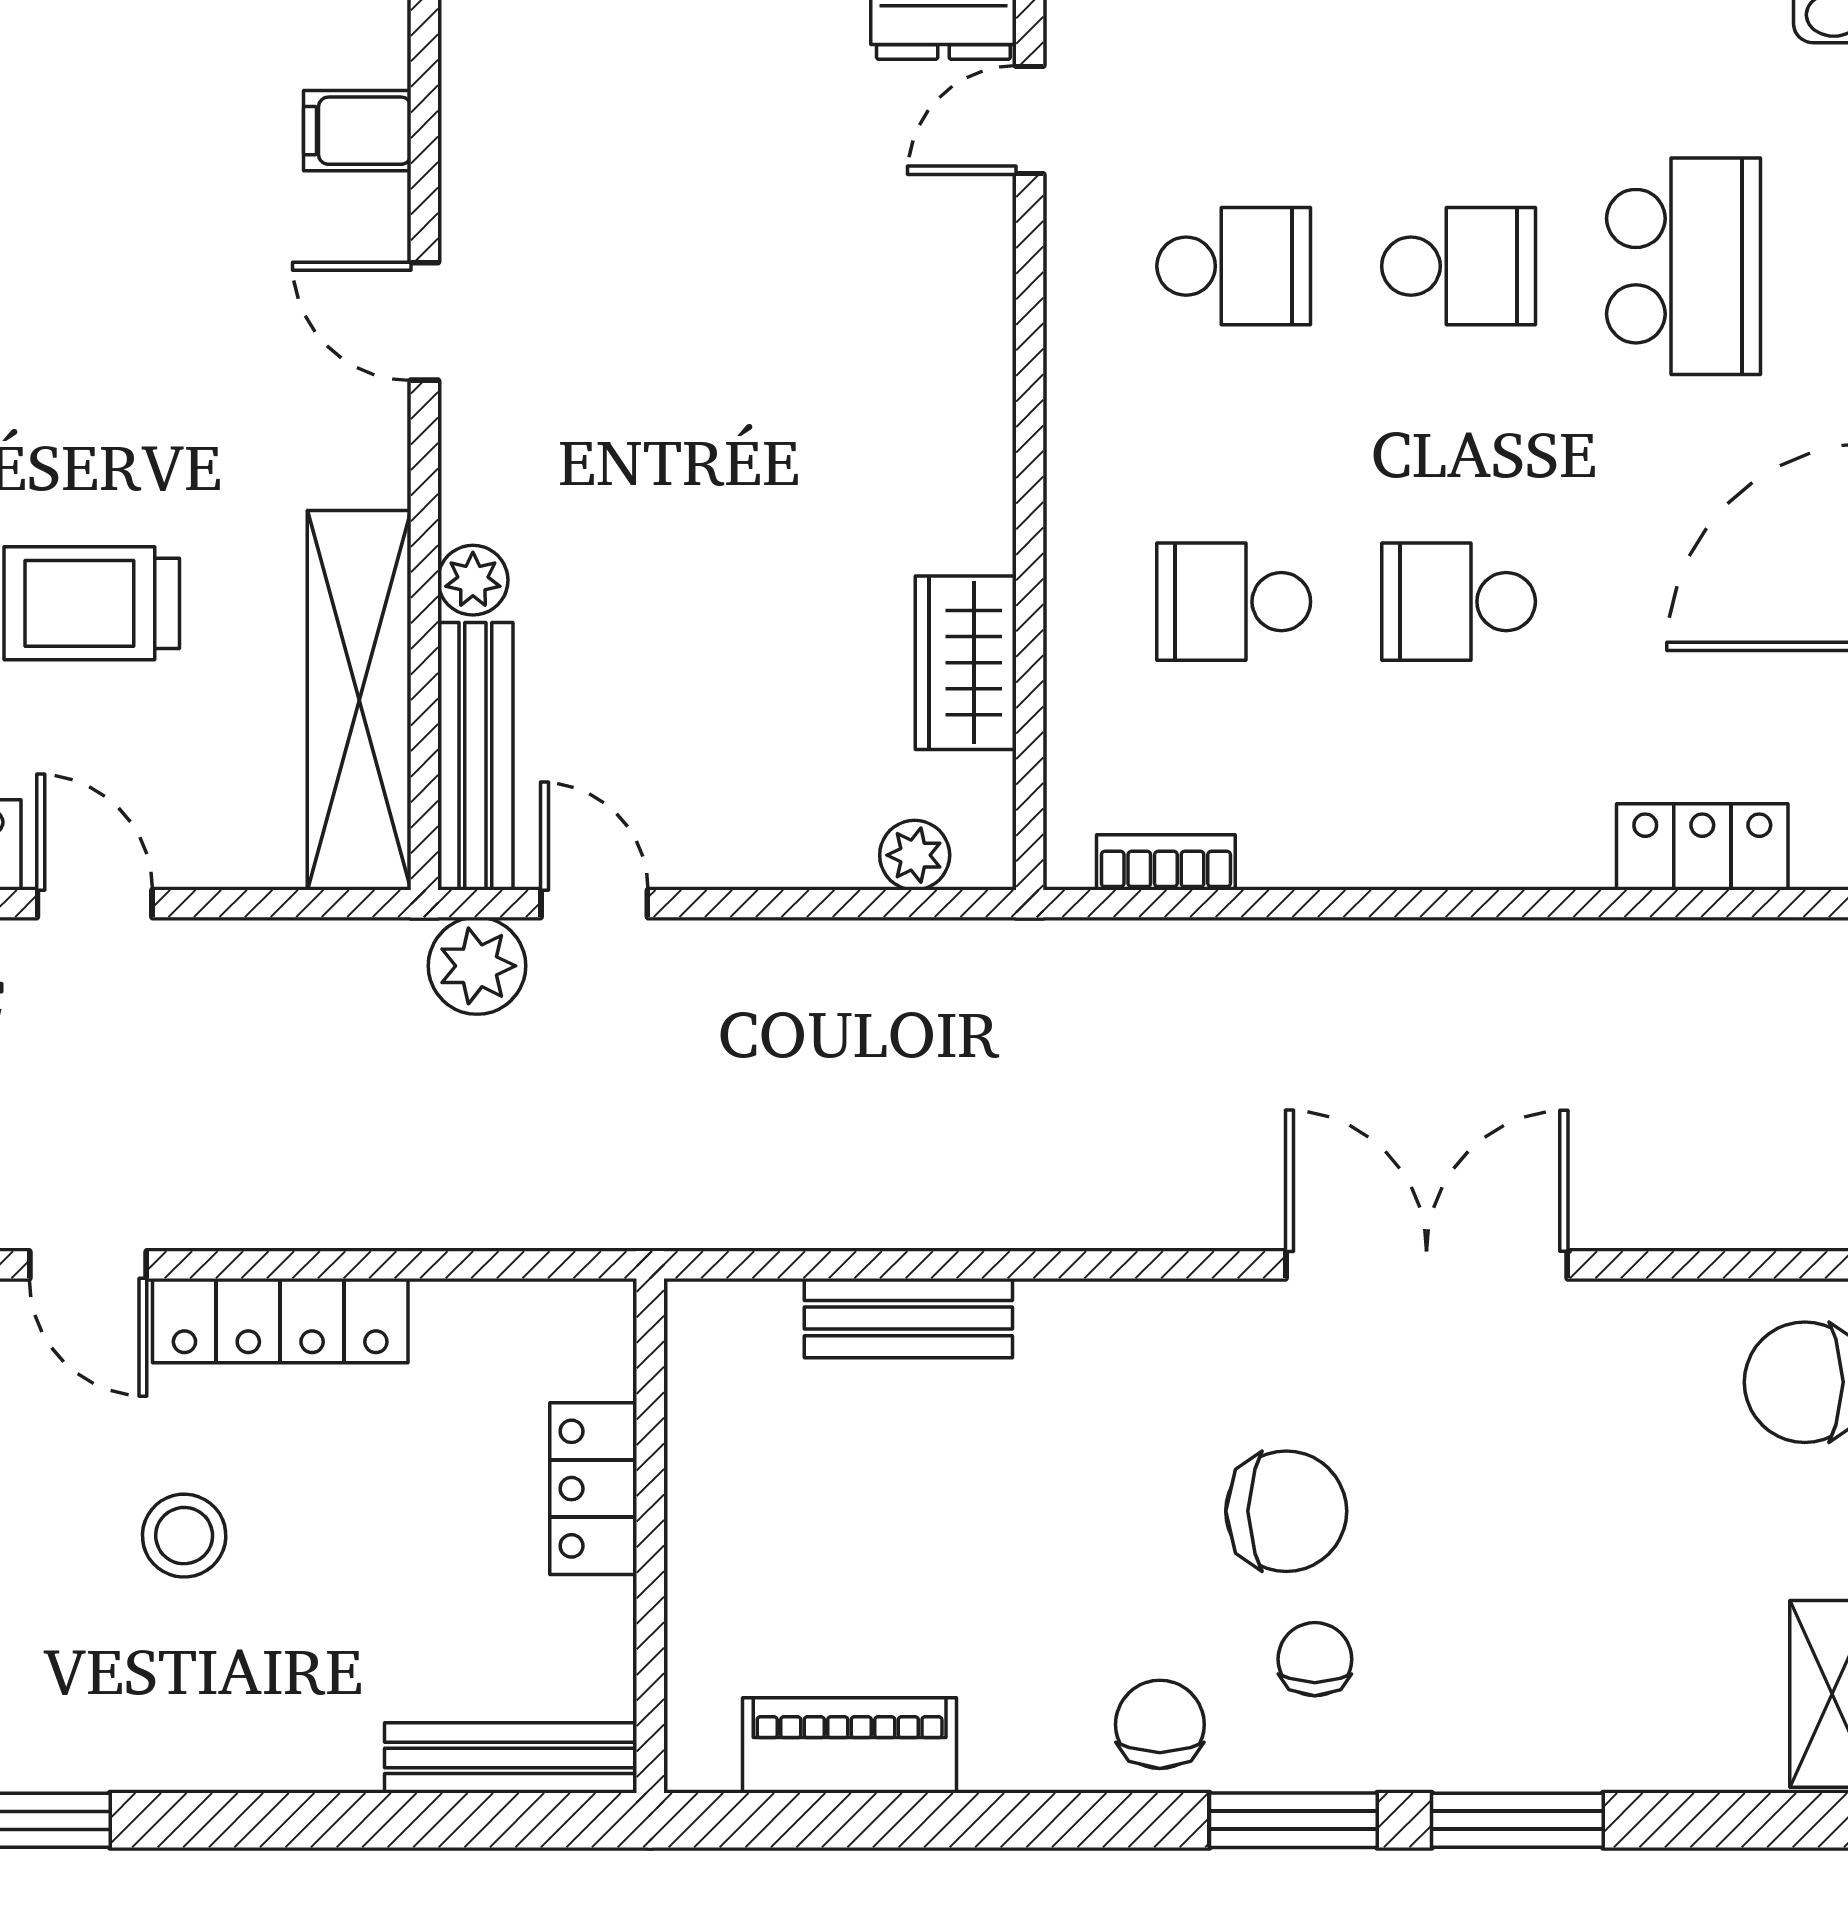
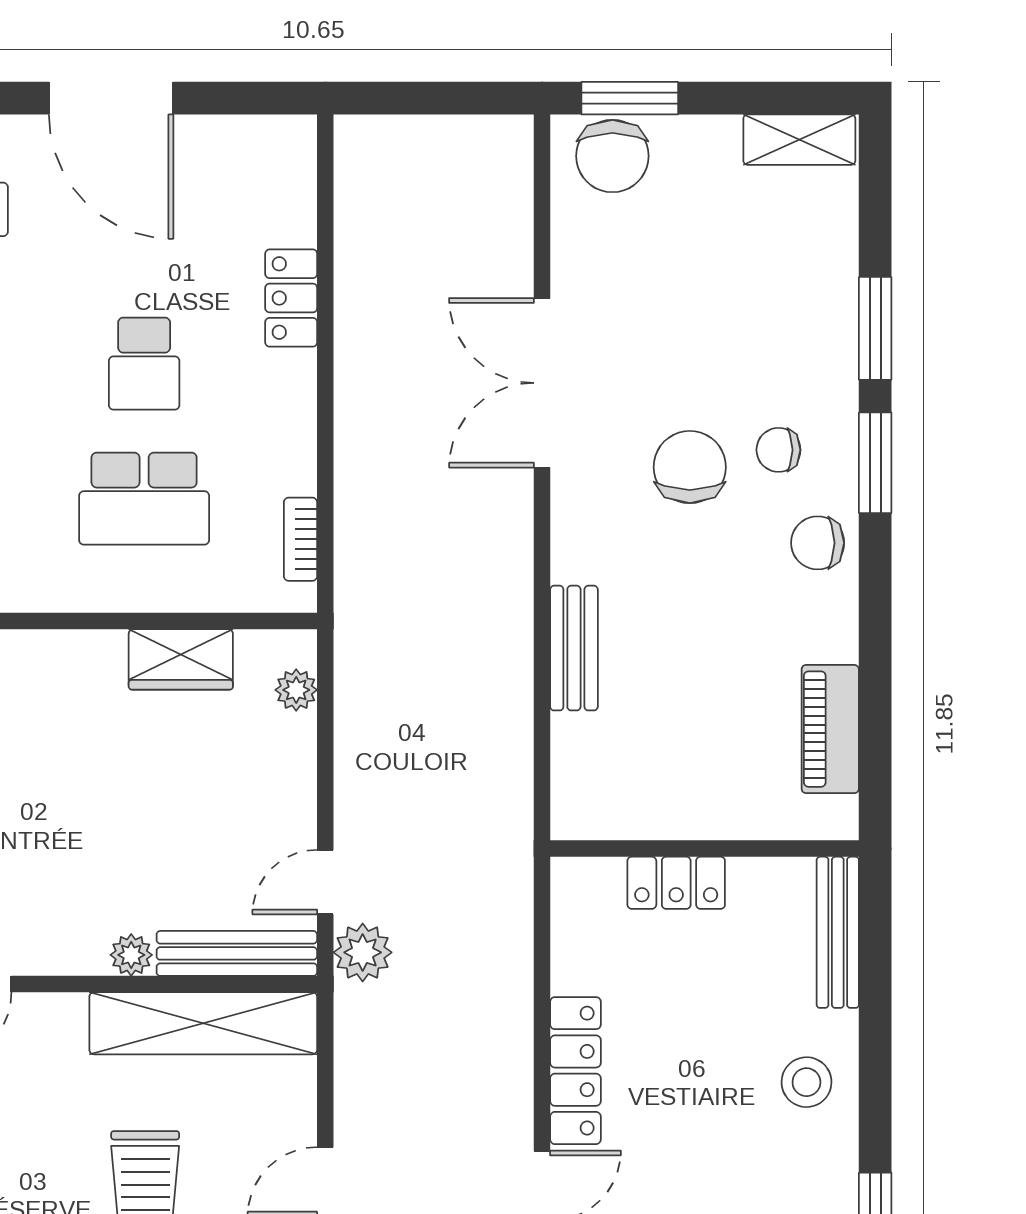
school desk: (1234, 602) -> (144, 499), width x1.85
locker: (1702, 847) -> (291, 298), moved
bench: (908, 1318) -> (574, 648), moved
stool: (184, 1536) -> (806, 1082), moved

